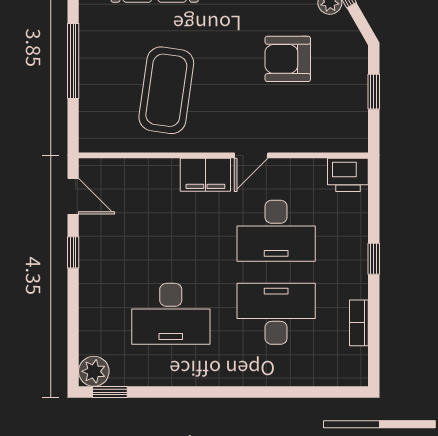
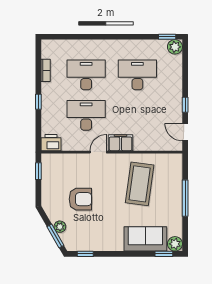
window: (374, 92) -> (38, 171), moved
desk: (276, 314) -> (86, 75), turned 180

